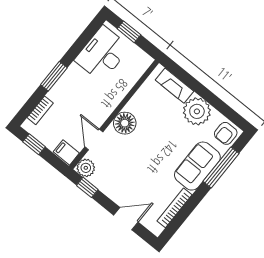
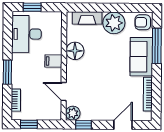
floor lamp: (125, 123) -> (75, 51), moved
armchair: (226, 133) -> (143, 22), turned 90
filing cabinet: (66, 152) -> (53, 61), moved

